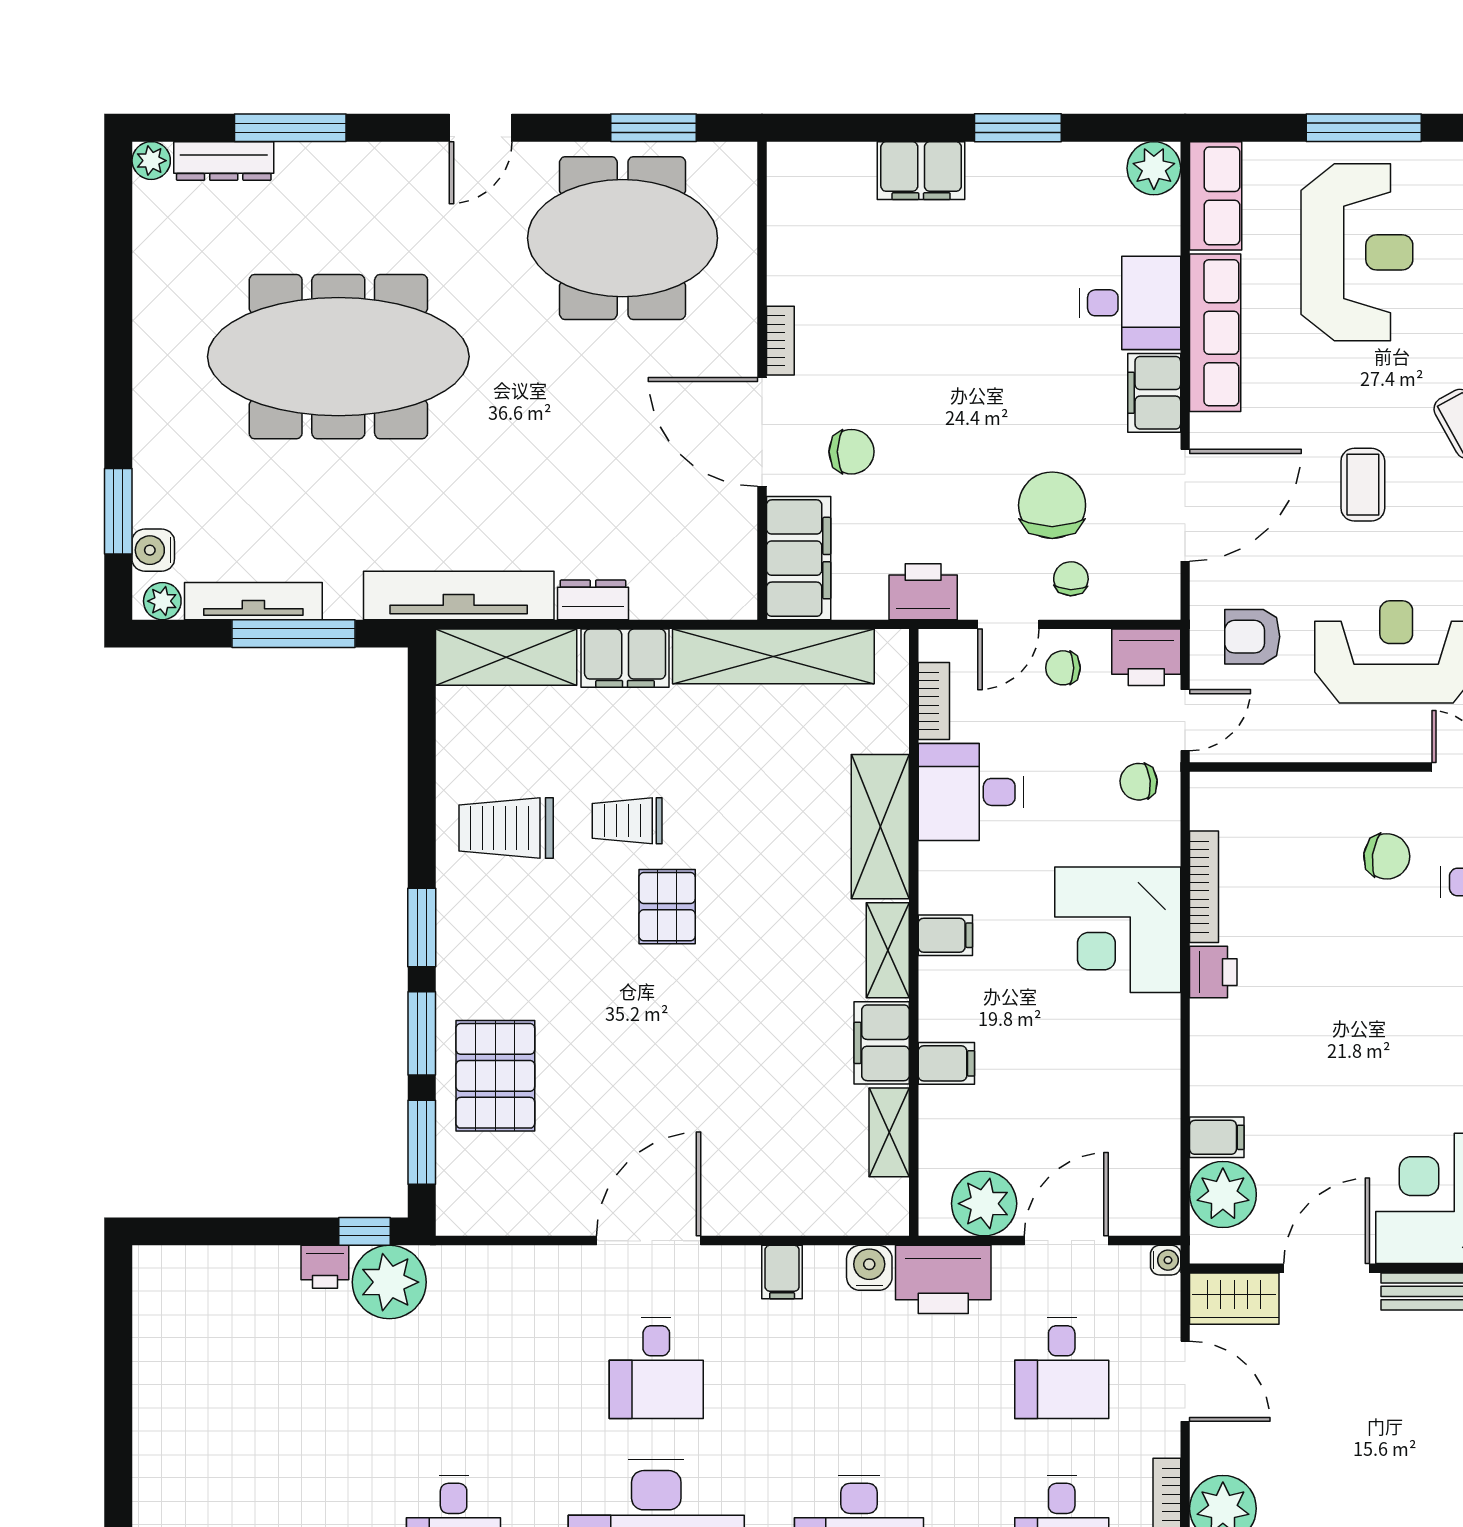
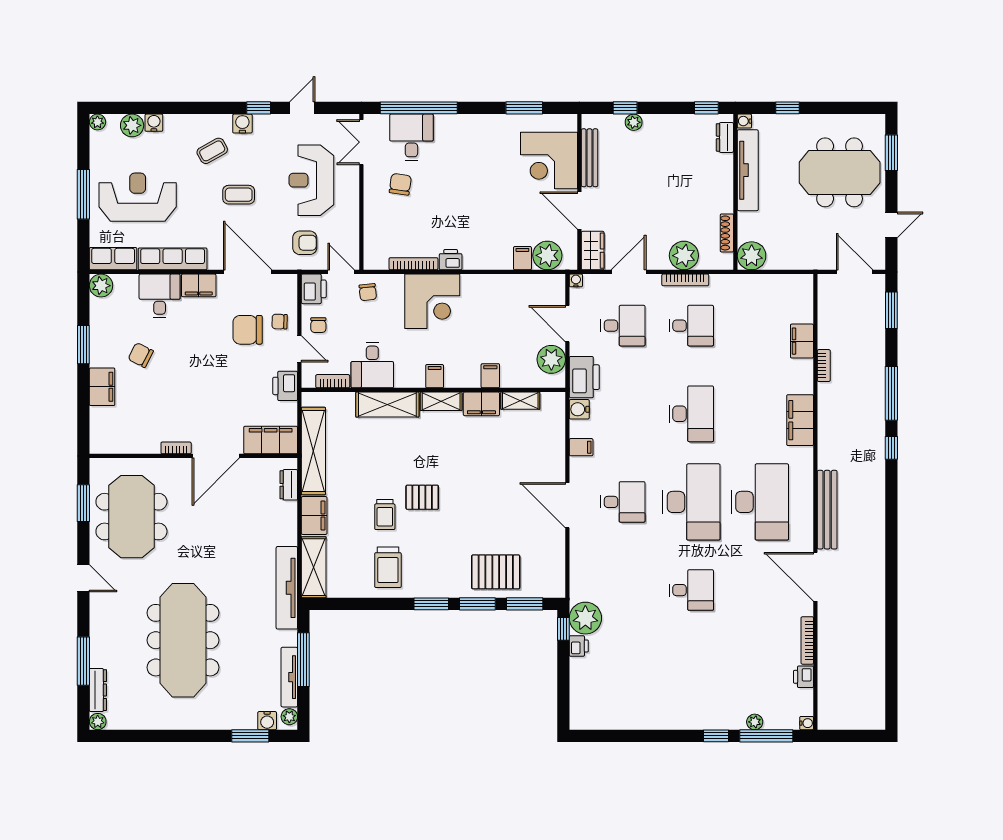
chair: (851, 452) -> (141, 355), moved, turned -63
dresser: (593, 600) -> (289, 485), moved
armchair: (1252, 637) -> (305, 243), turned -90

